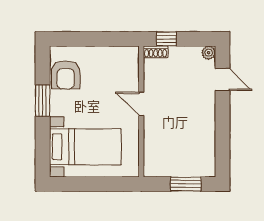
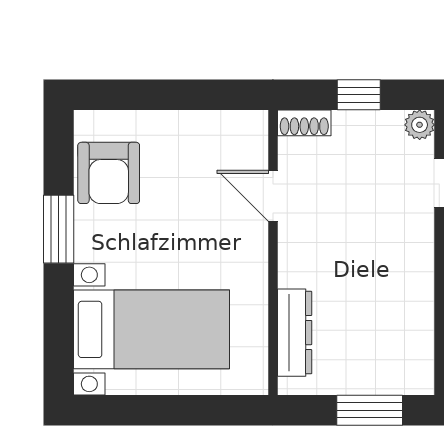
window: (166, 39) -> (359, 95), moved
door: (141, 104) -> (273, 196), moved
dresser: (151, 148) -> (295, 333), added

